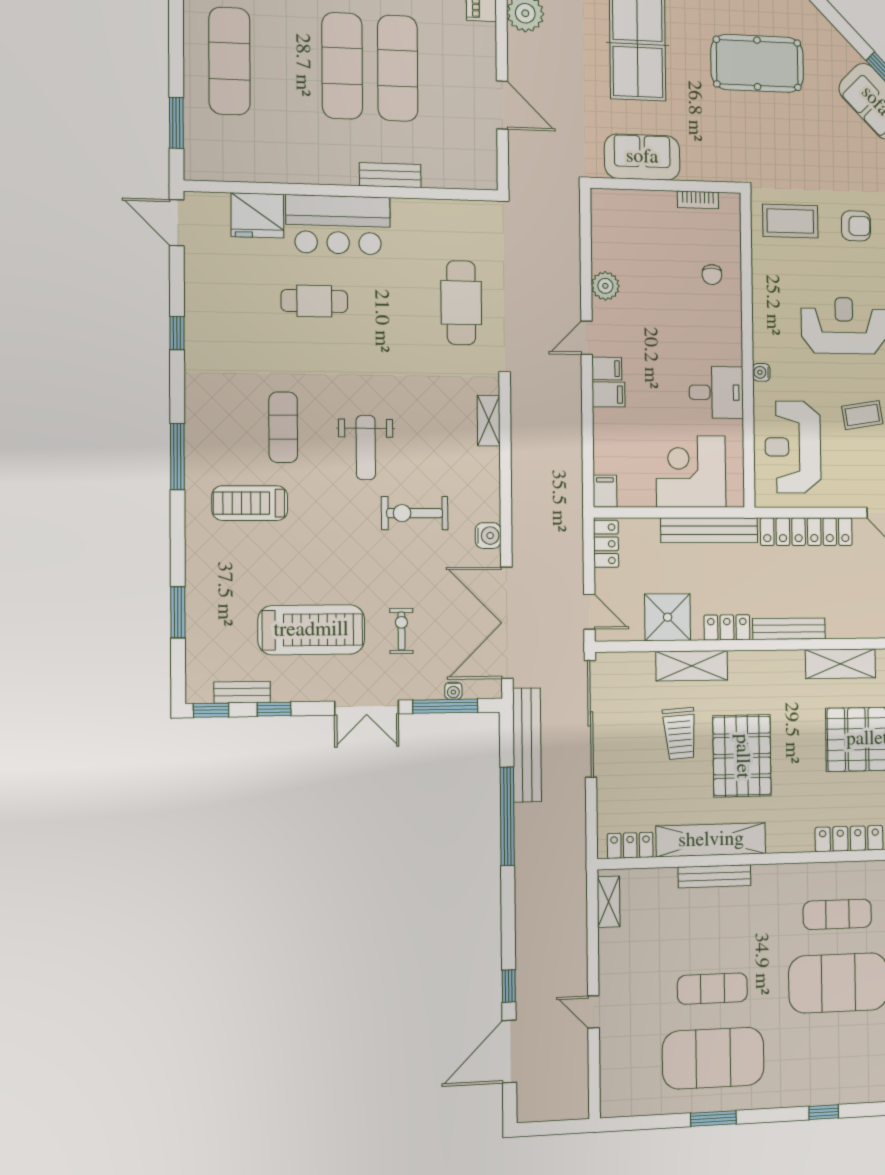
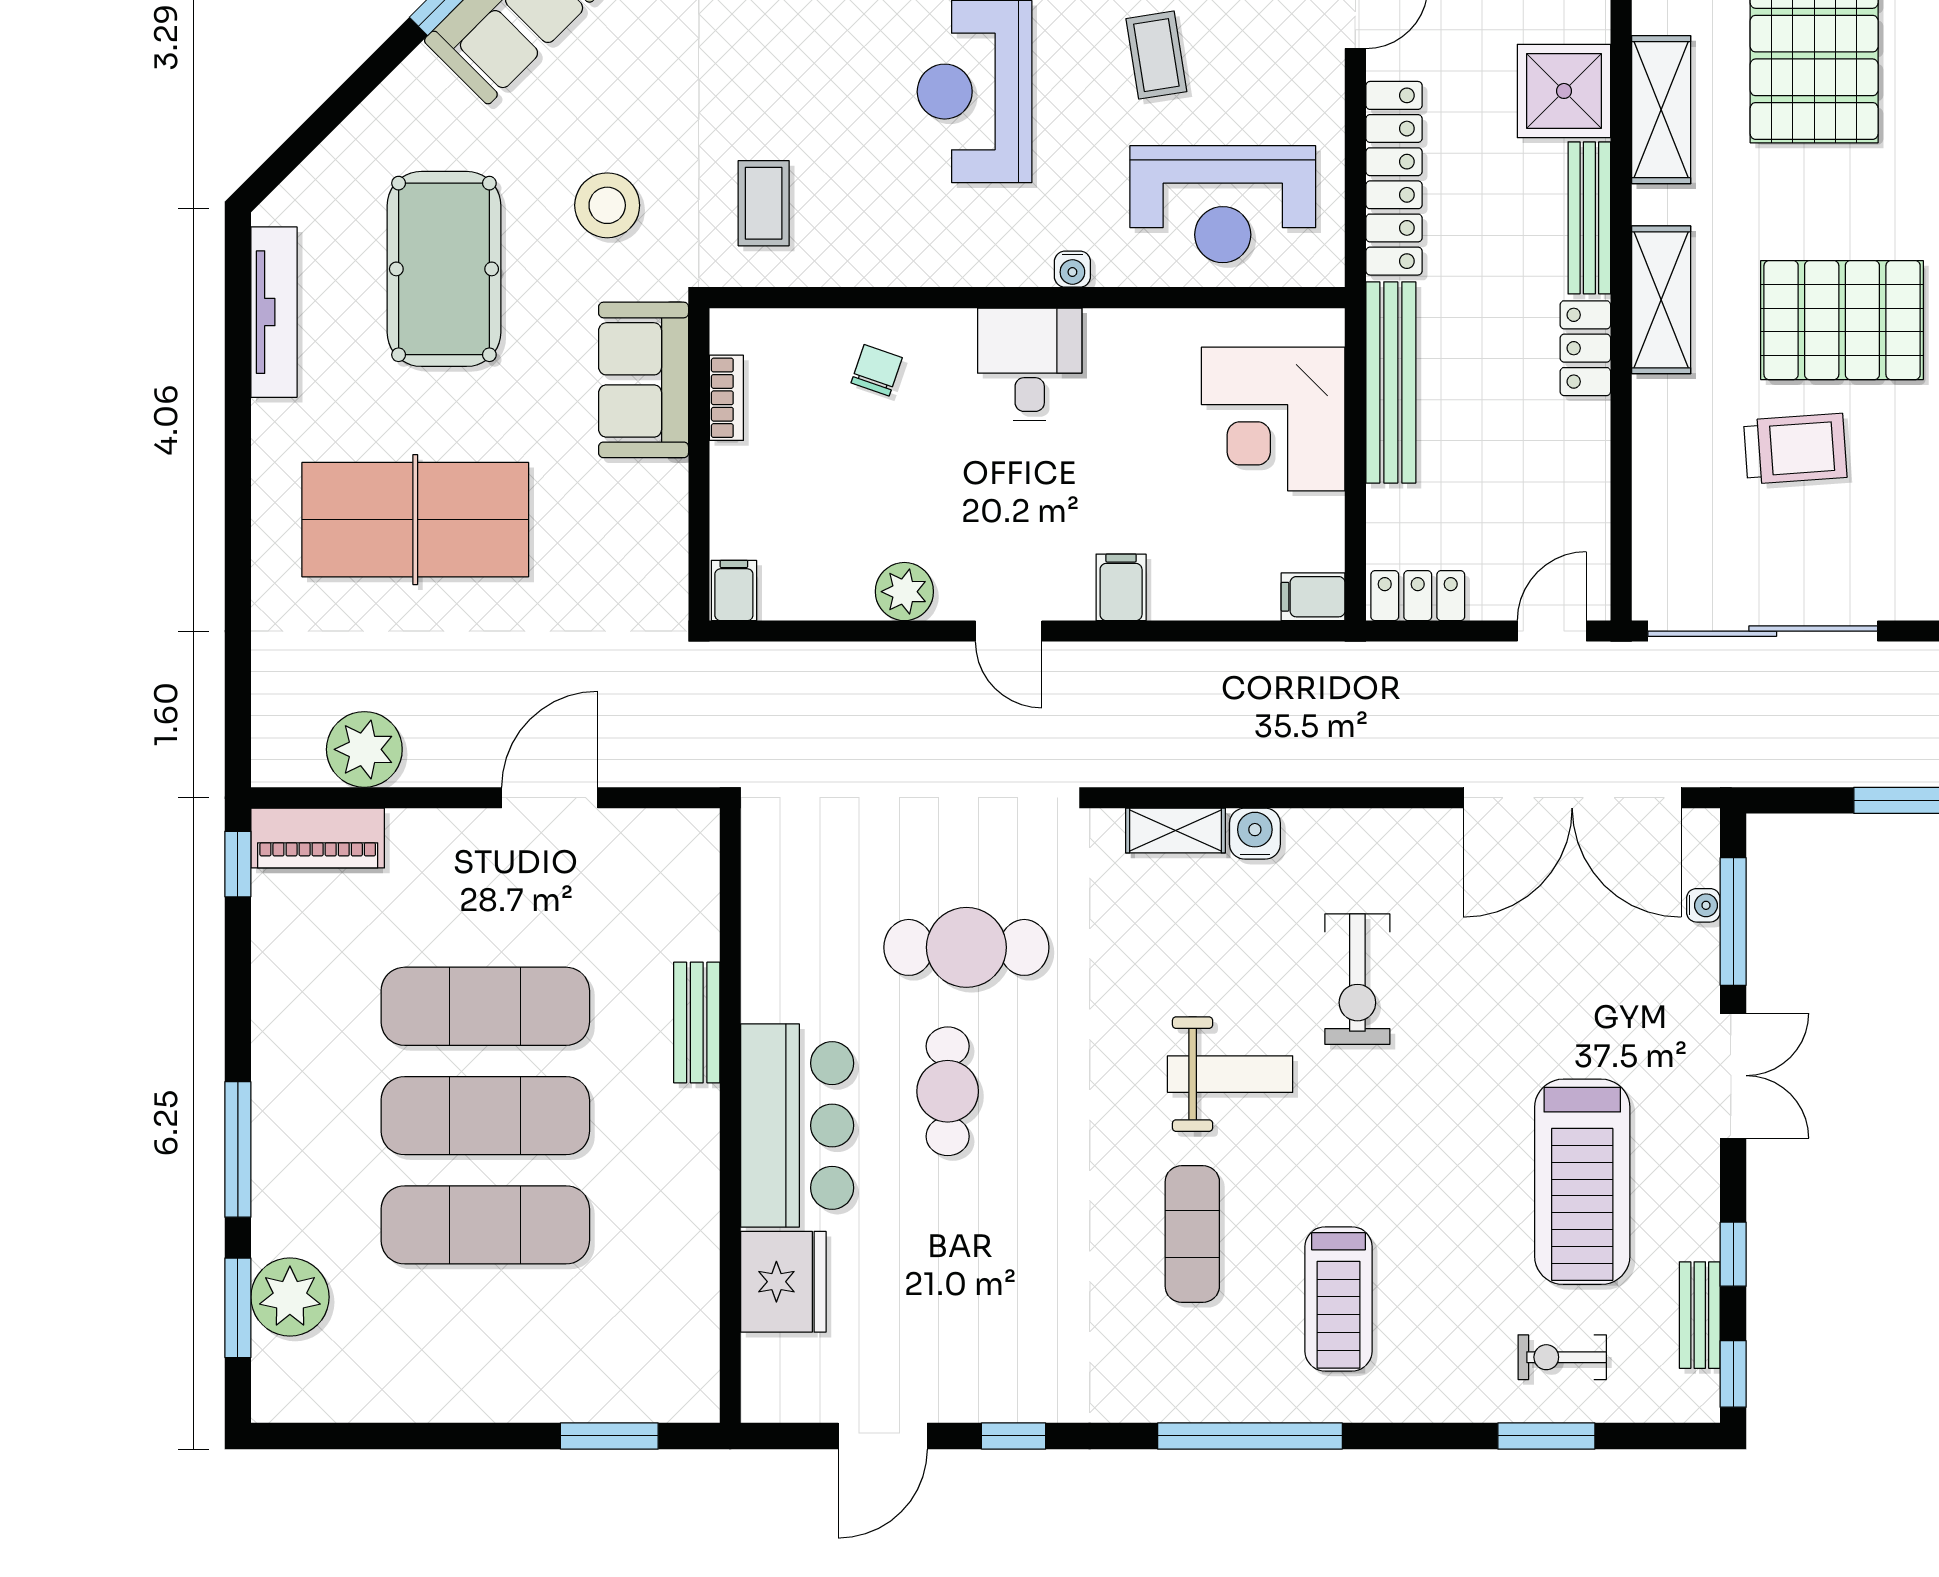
exercise mat: (229, 61) -> (485, 1225), moved
stool: (788, 144) -> (607, 205), added
sofa: (642, 157) -> (644, 380), moved
coffee table: (790, 221) -> (764, 203), width x0.73, depth x0.77
door: (177, 223) -> (883, 1436), moved
armchair: (856, 226) -> (769, 63), removed
chair: (712, 275) -> (877, 370), turned -71
cafe table: (314, 301) -> (948, 1091), moved
cafe table: (461, 303) -> (966, 947), moved
filing cabinet: (607, 368) -> (734, 590), moved
desk: (716, 392) -> (1030, 364), moved
exercise mat: (283, 427) -> (1192, 1234), turned 90
window: (177, 457) -> (1250, 1436), width x1.46
water cooler: (488, 536) -> (1255, 834), moved
shower: (668, 617) -> (1564, 91), moved
treadmill: (311, 630) -> (1582, 1182), turned 180
exercise bike: (401, 631) -> (1562, 1357), moved
shelving: (692, 666) -> (1661, 300), moved
bench: (527, 745) -> (1811, 760), removed

